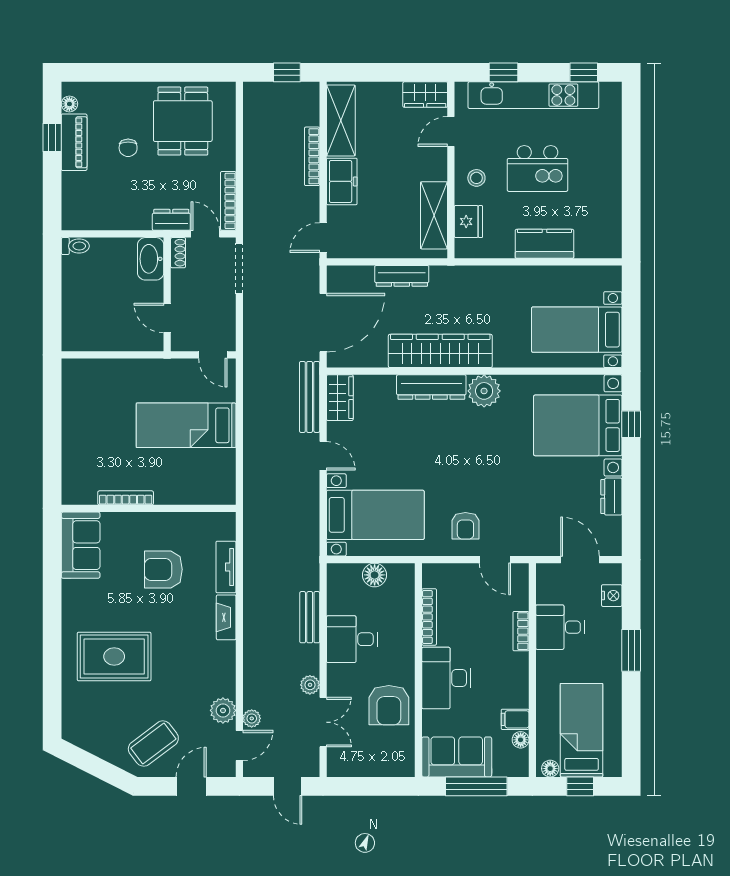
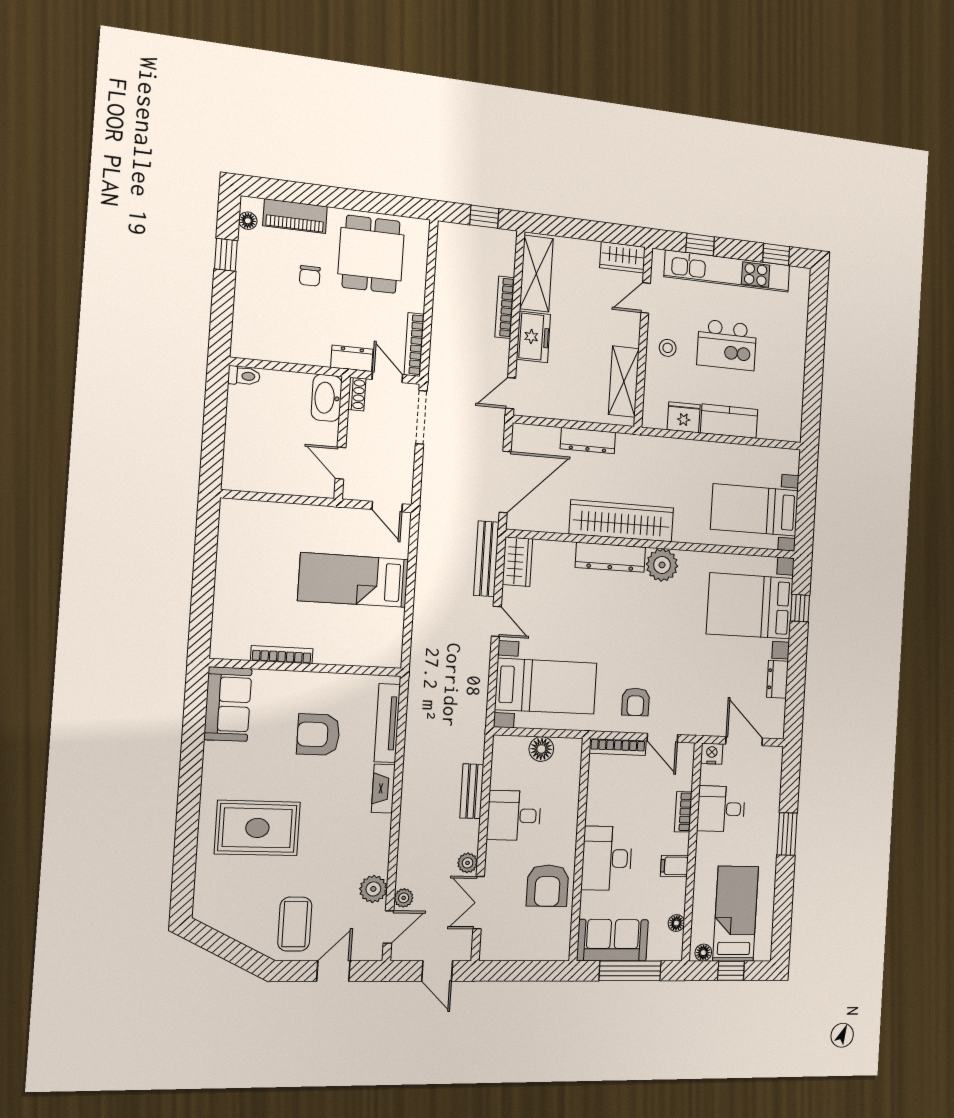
piano: (74, 142) -> (295, 216), moved, turned 90
fridge: (468, 222) -> (684, 417), moved, turned -90
tv unit: (226, 567) -> (387, 723), width x1.41
nightstand: (612, 596) -> (712, 754), moved, turned -90
bookcase: (429, 617) -> (618, 747), moved, turned 90
filing cabinet: (515, 719) -> (674, 866), moved
double door: (323, 722) -> (479, 903), swing flipped
coffee table: (153, 744) -> (295, 924), turned -53

